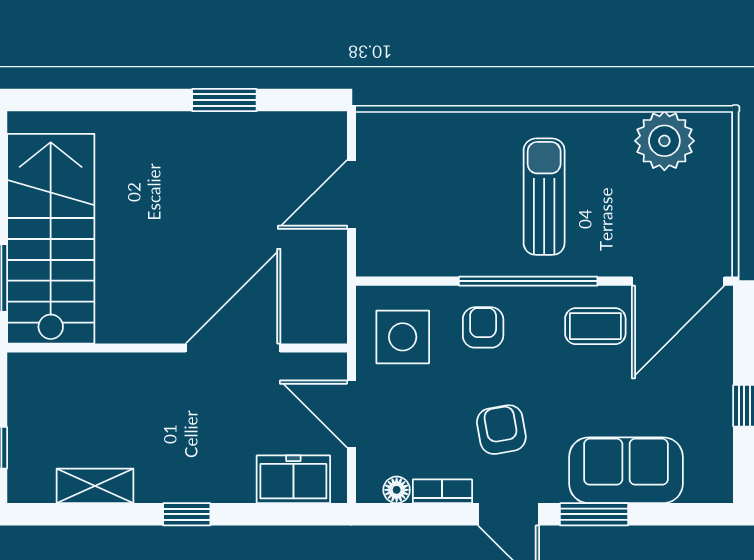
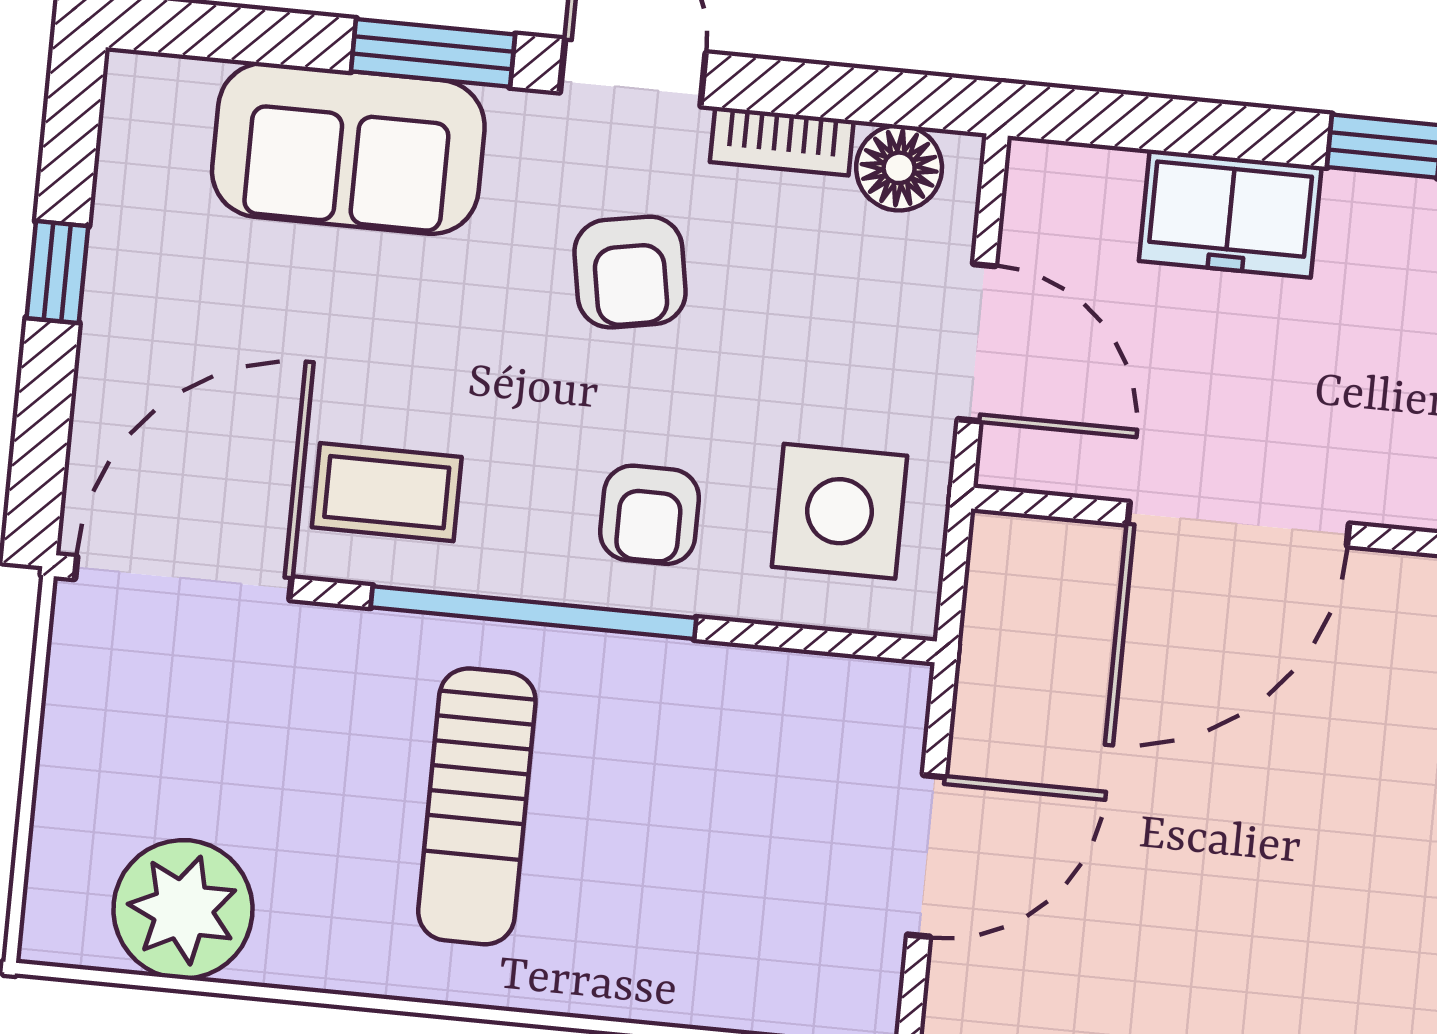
freezer: (293, 479) -> (1230, 214), moved
floor lamp: (397, 490) -> (899, 168), width x1.37, depth x1.37

